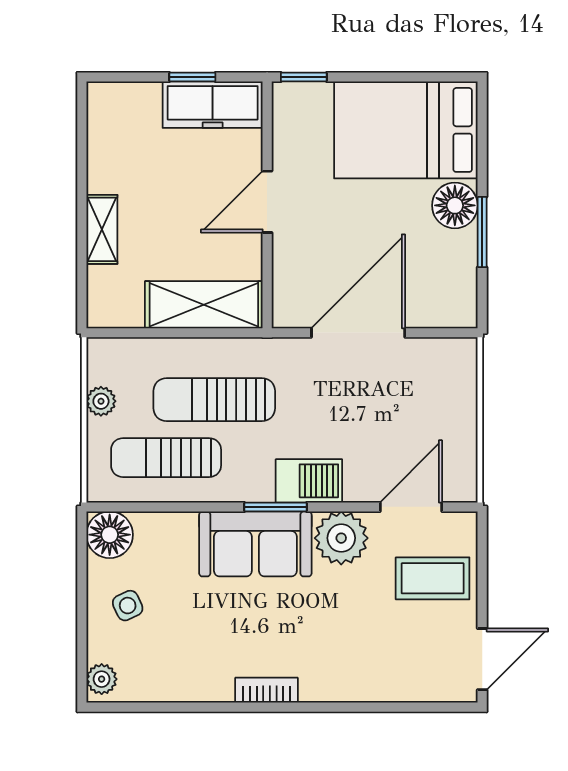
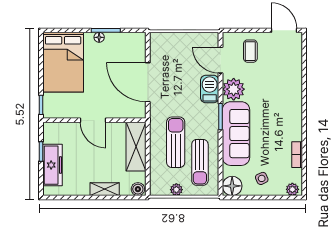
freezer: (213, 105) -> (53, 165), moved
floor lamp: (455, 205) -> (99, 37), width x0.53, depth x0.53
boiler: (102, 309) -> (138, 189), added
sun lounger: (214, 400) -> (176, 142), turned 180
barbecue: (309, 481) -> (210, 89), moved
sofa: (255, 544) -> (236, 134), width x1.36
coffee table: (433, 578) -> (250, 51), width x0.73, depth x0.77
bookcase: (267, 690) -> (297, 155), moved

